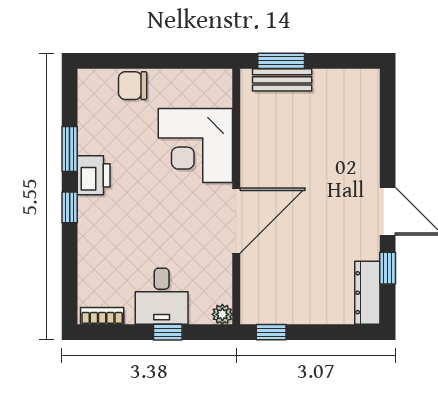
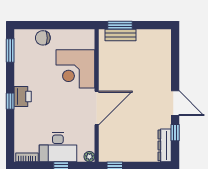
window: (70, 149) -> (10, 51), moved
printer: (94, 175) -> (23, 96), moved
desk: (162, 296) -> (58, 147), width x1.37

